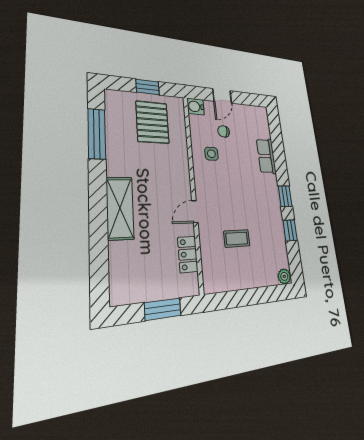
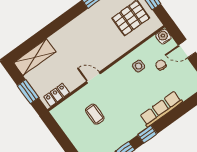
row of seats: (266, 156) -> (161, 109), width x1.48
shelving: (120, 208) -> (35, 57), moved
locker: (188, 254) -> (57, 95), moved

